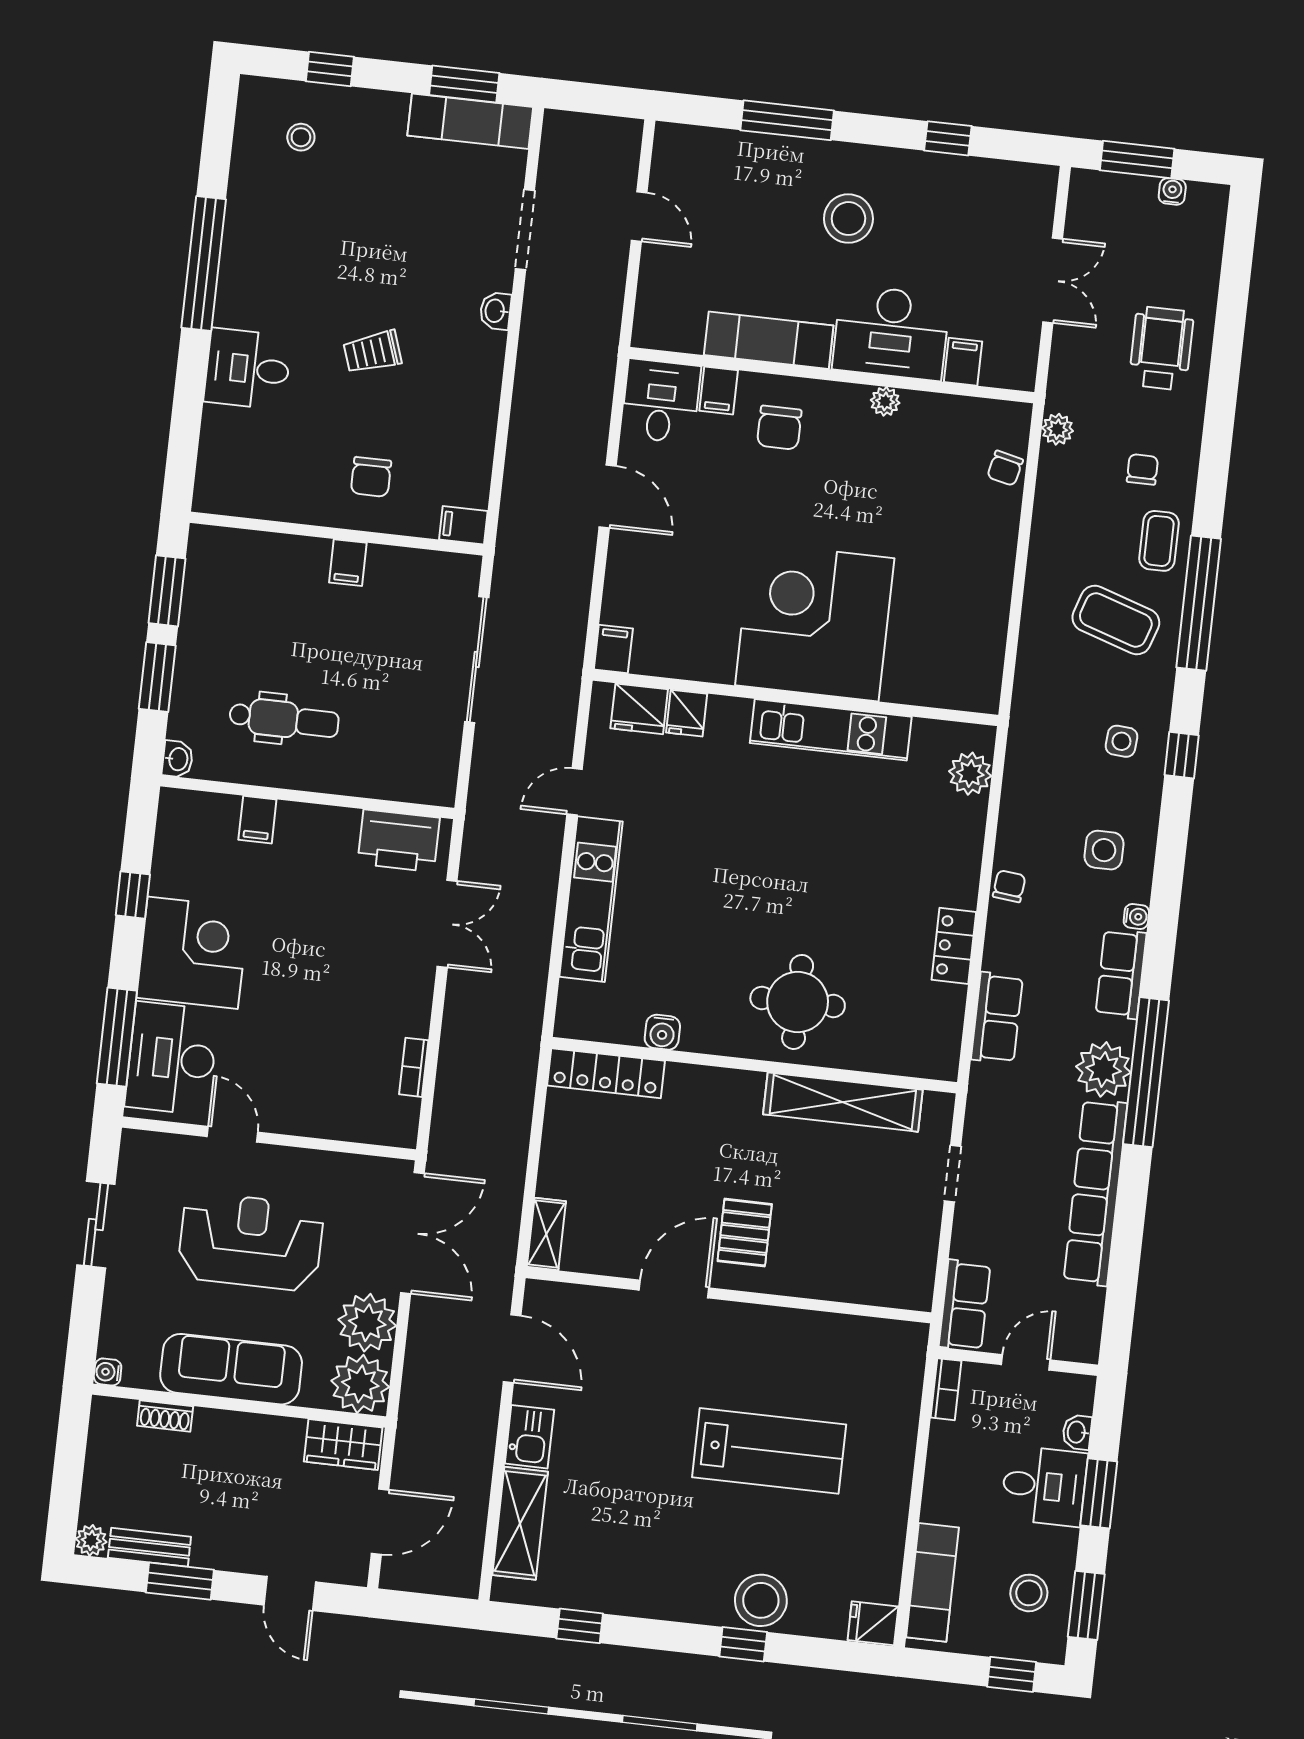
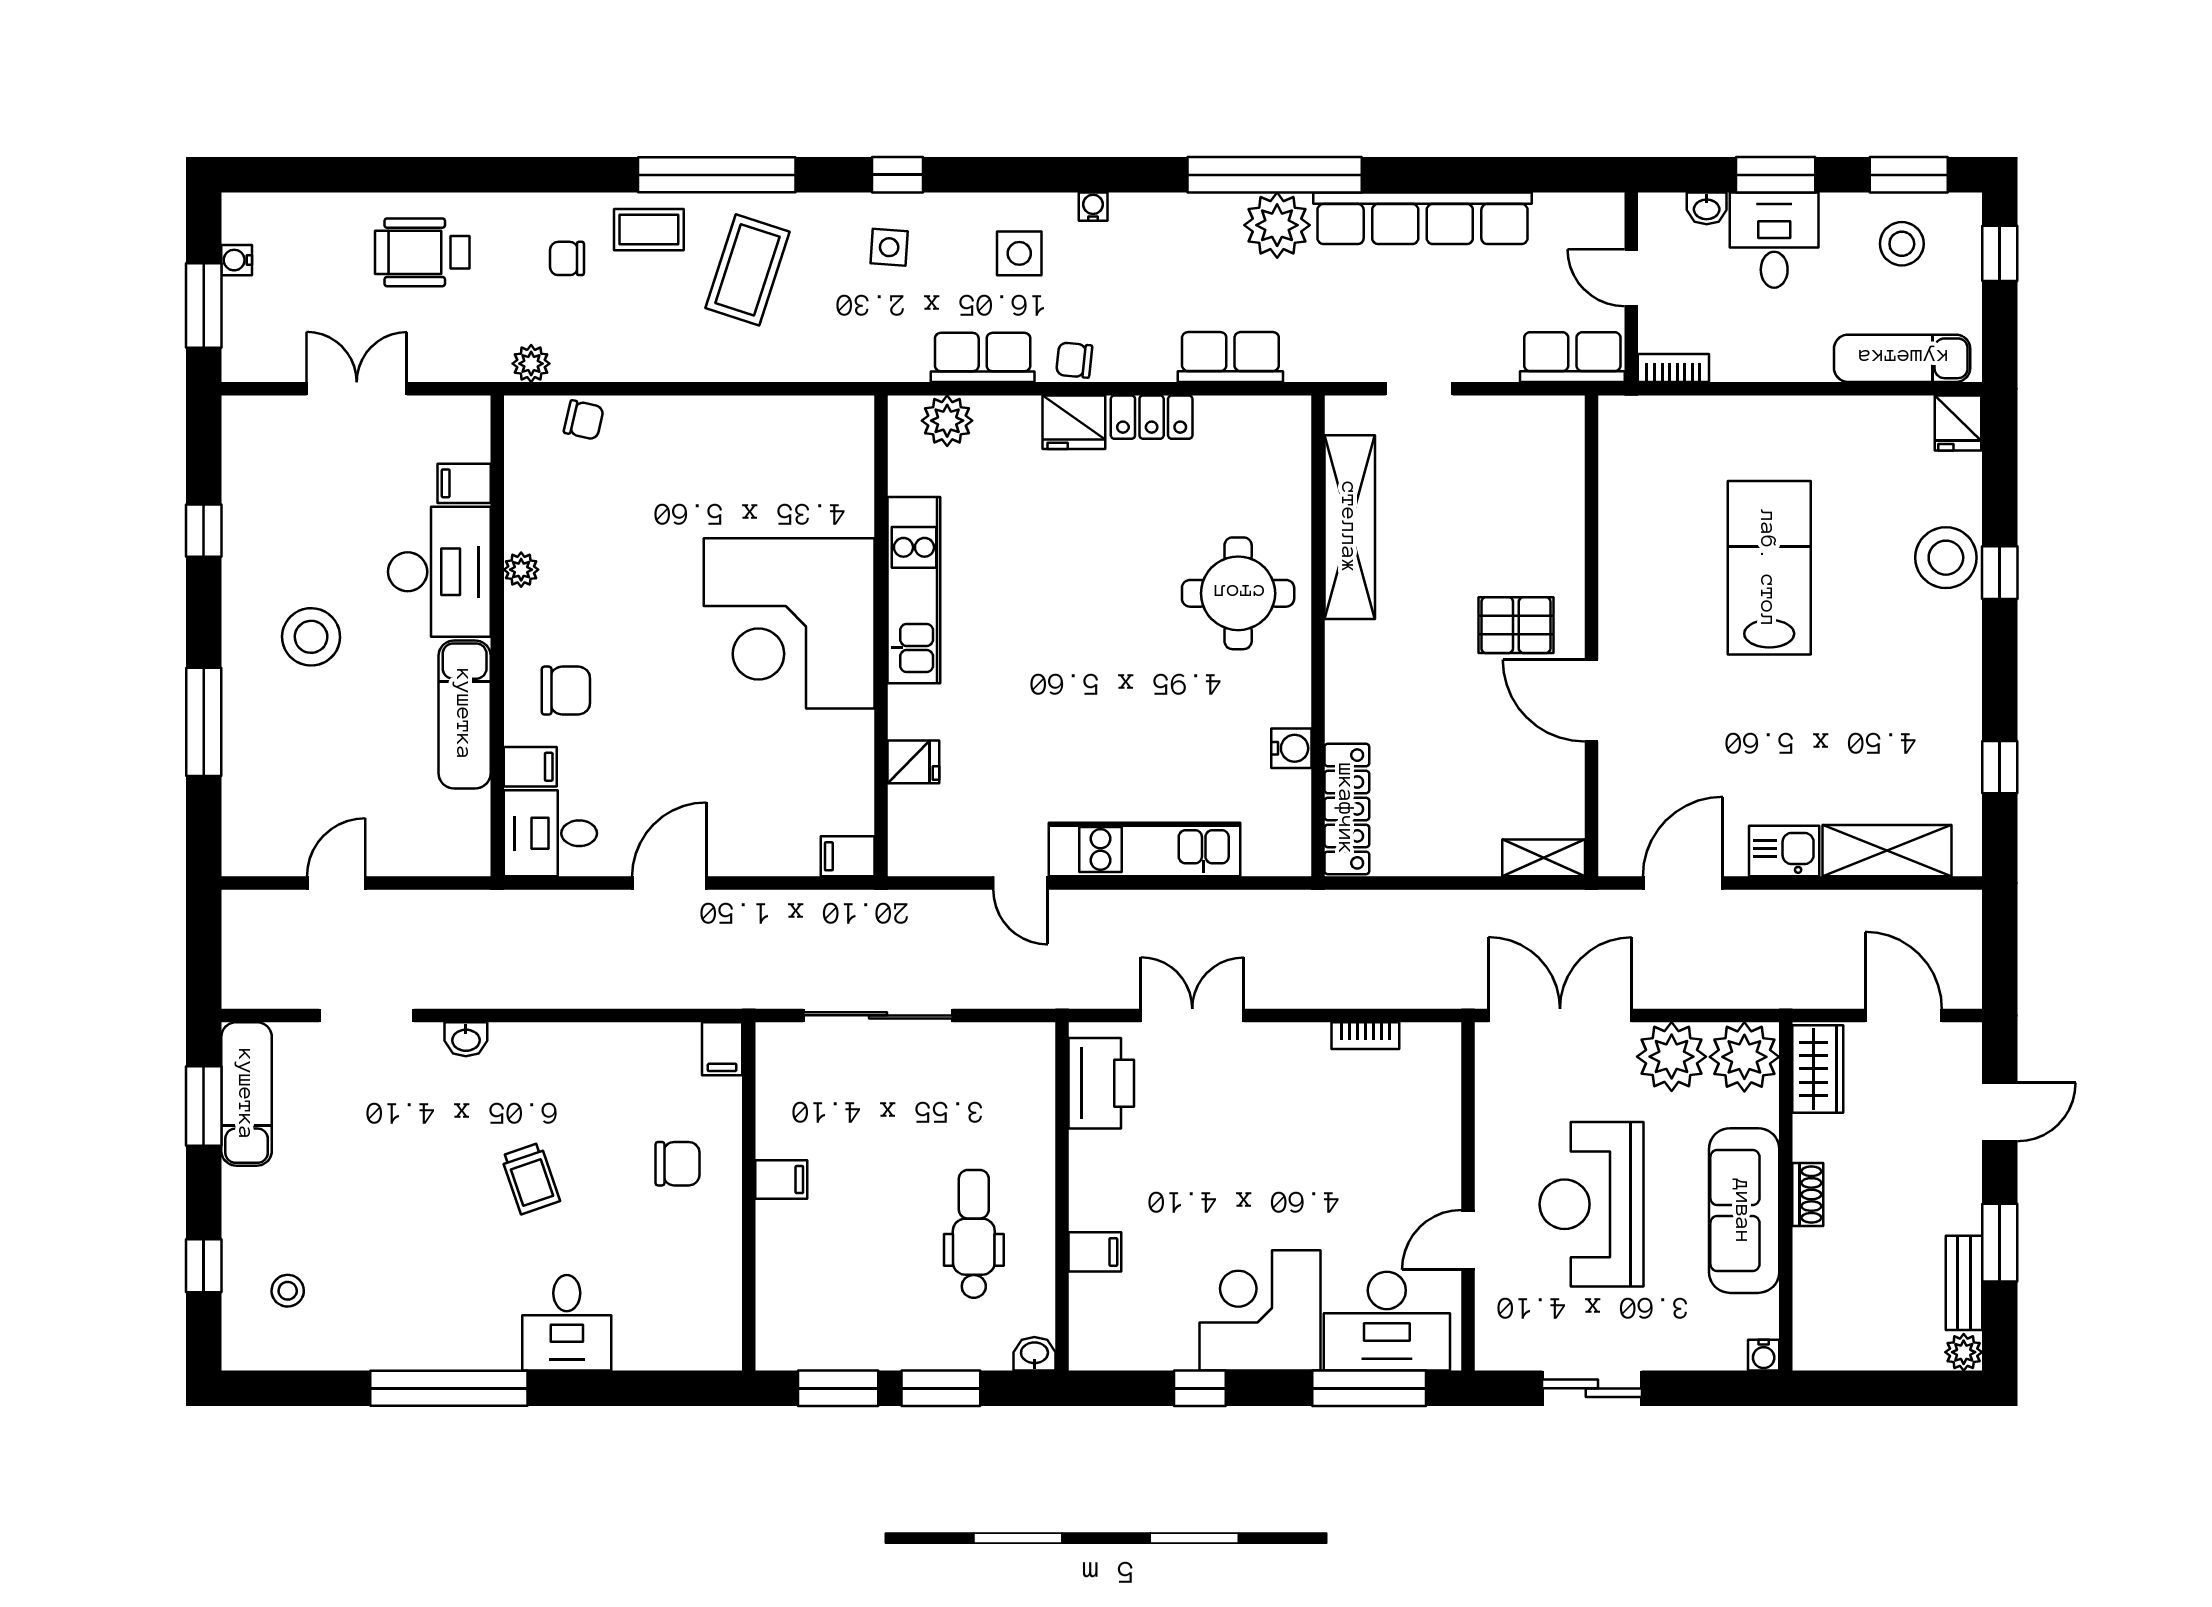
fridge: (639, 709) -> (1074, 422), moved, turned 90
row of seats: (1121, 974) -> (983, 357), moved, turned 180
shoe rack: (165, 1416) -> (1808, 1194), moved

